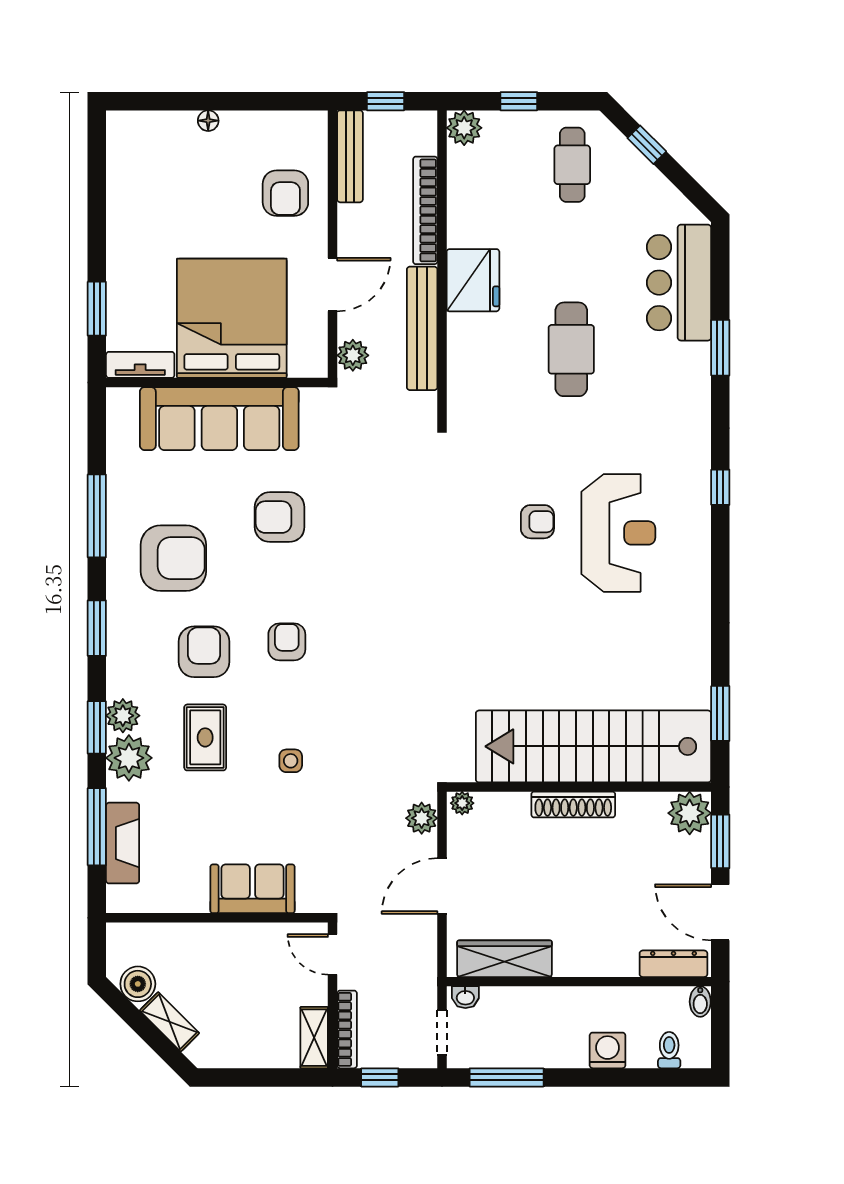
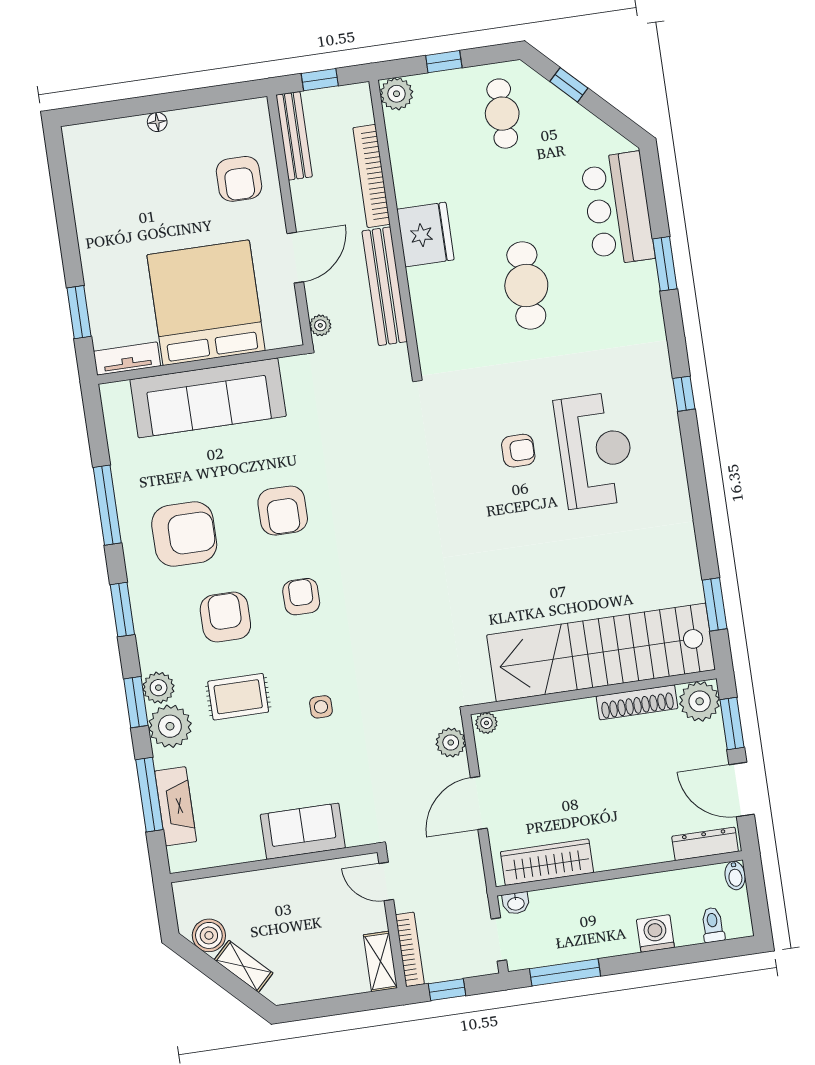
plant: (353, 355) -> (320, 325), width x0.73, depth x0.73
armchair: (280, 517) -> (283, 511), moved, turned -90
rug: (205, 737) -> (238, 697), turned 90
shoe rack: (573, 804) -> (637, 702), moved

